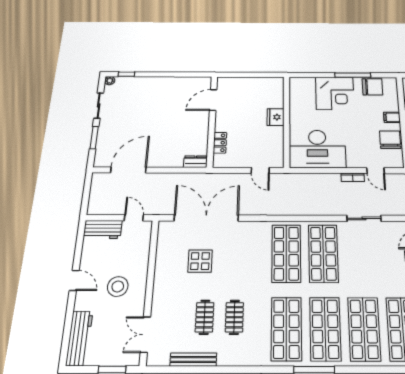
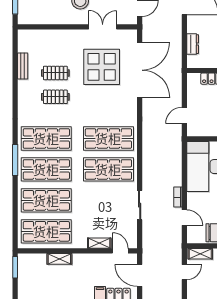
dresser: (195, 162) -> (193, 44), moved
door: (375, 171) -> (184, 218), swing flipped
display table: (200, 261) -> (102, 67), width x1.86, depth x1.86
double door: (145, 335) -> (103, 27), moved
bench: (193, 360) -> (23, 66), width x0.73

